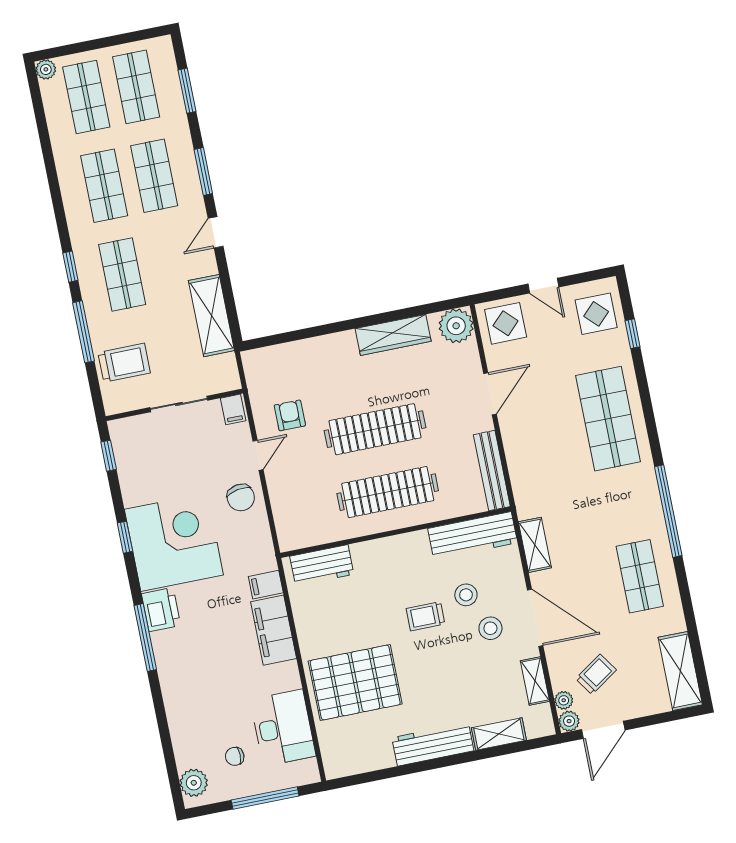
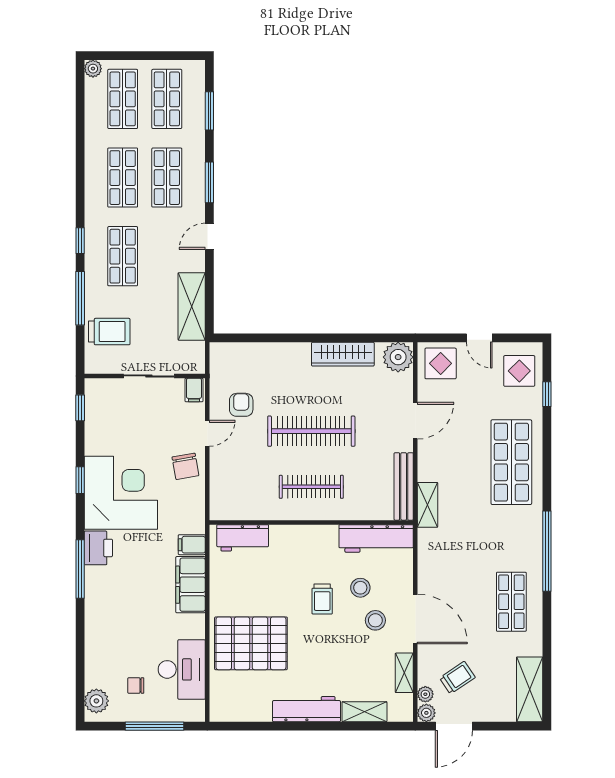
clothes rail: (388, 492) -> (311, 487), width x0.73, depth x0.76
shelving: (535, 545) -> (428, 505), moved
trolley: (425, 616) -> (322, 599), turned -90

